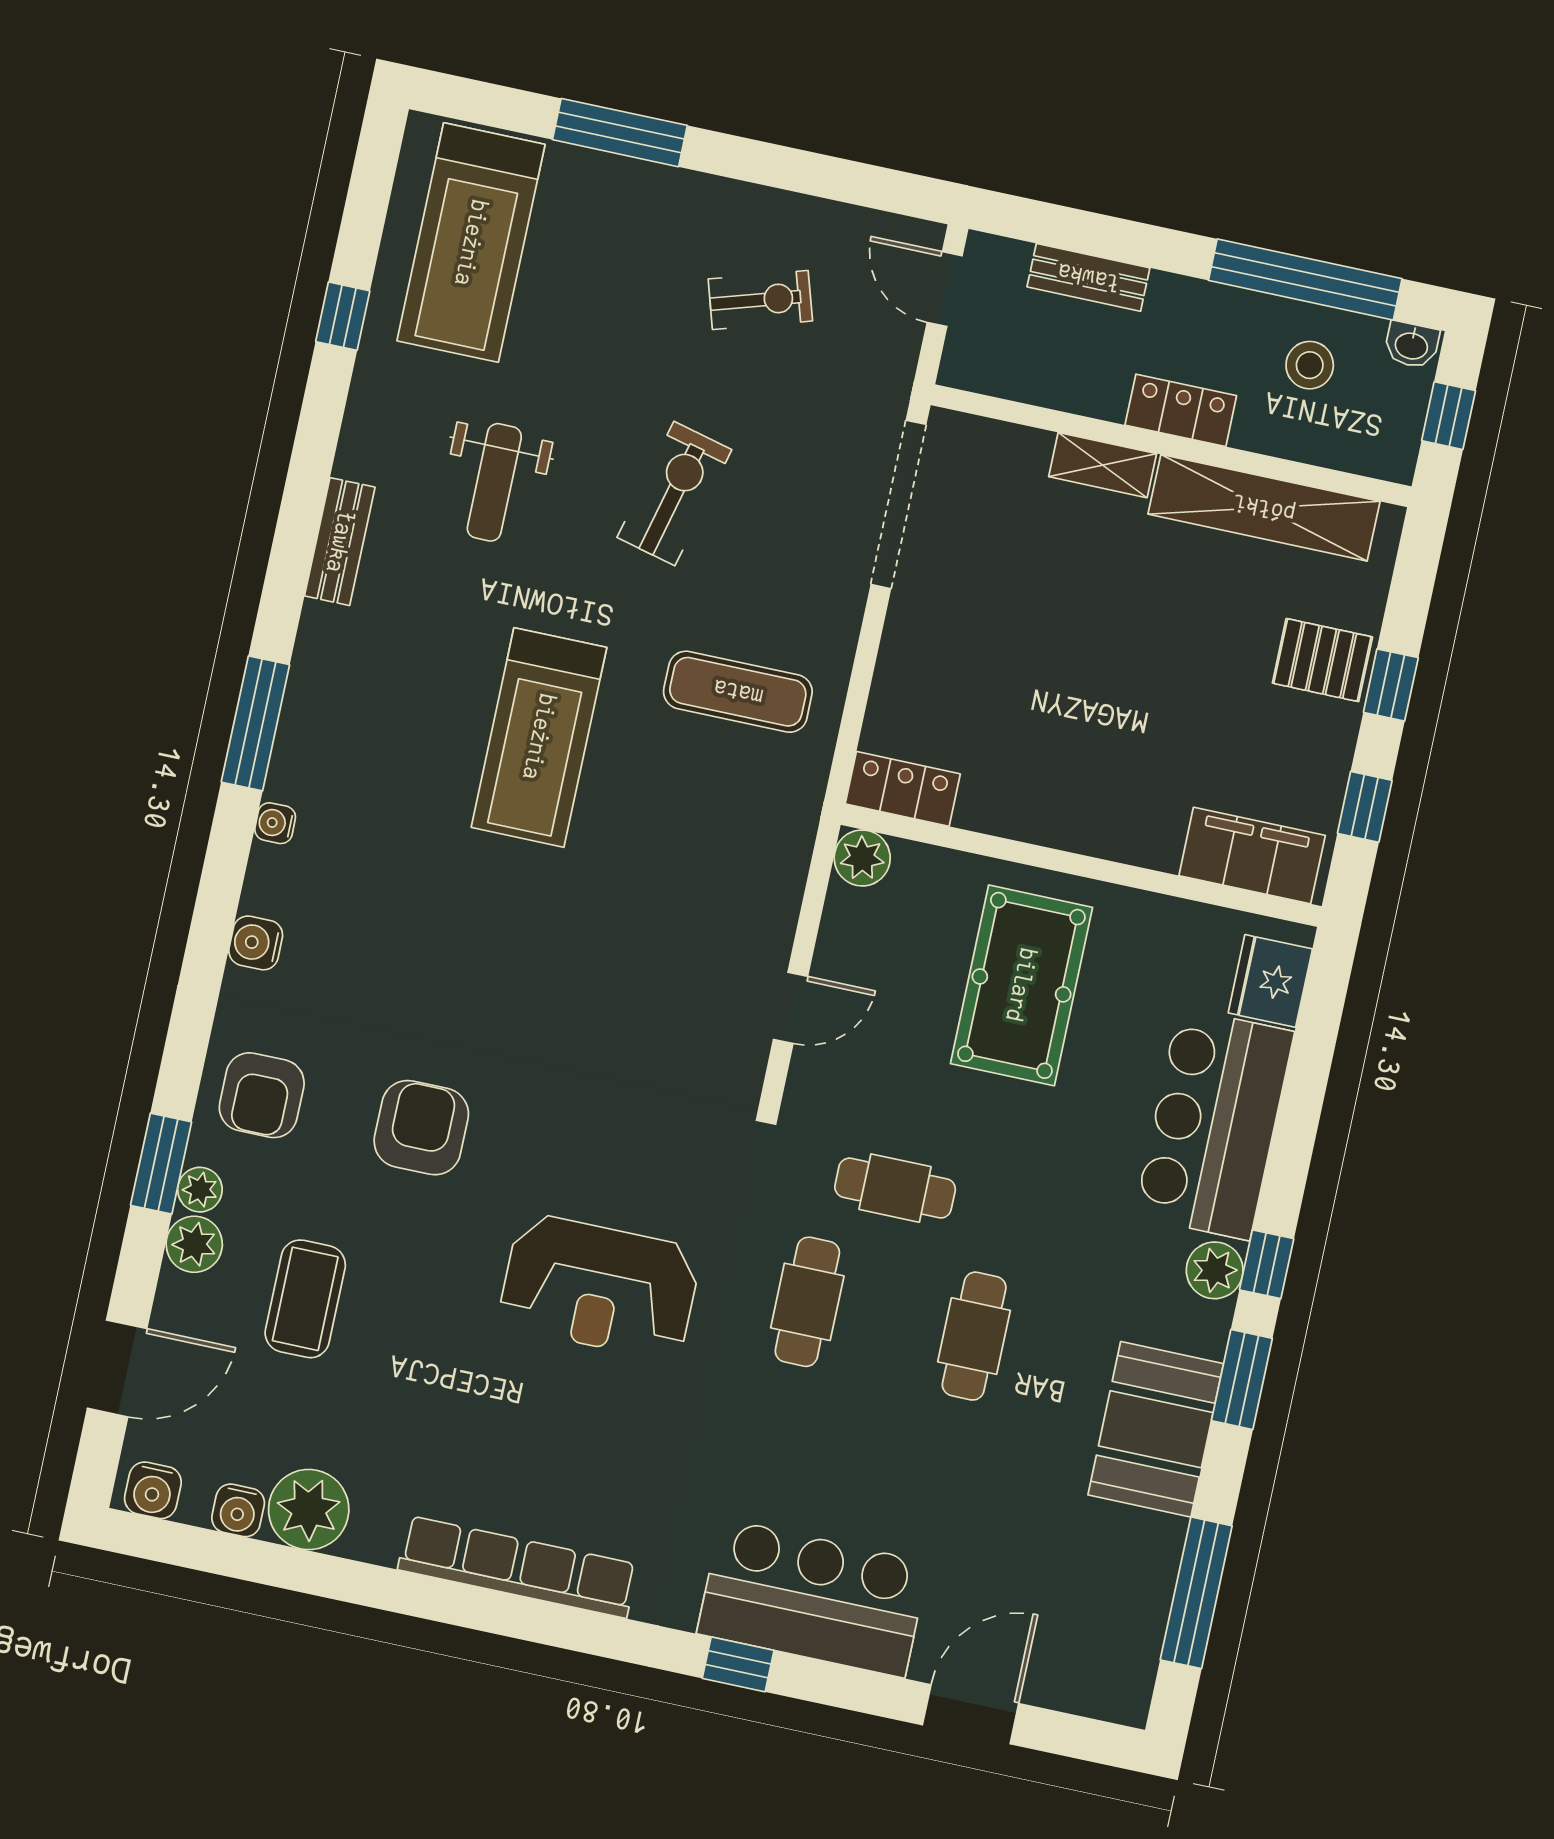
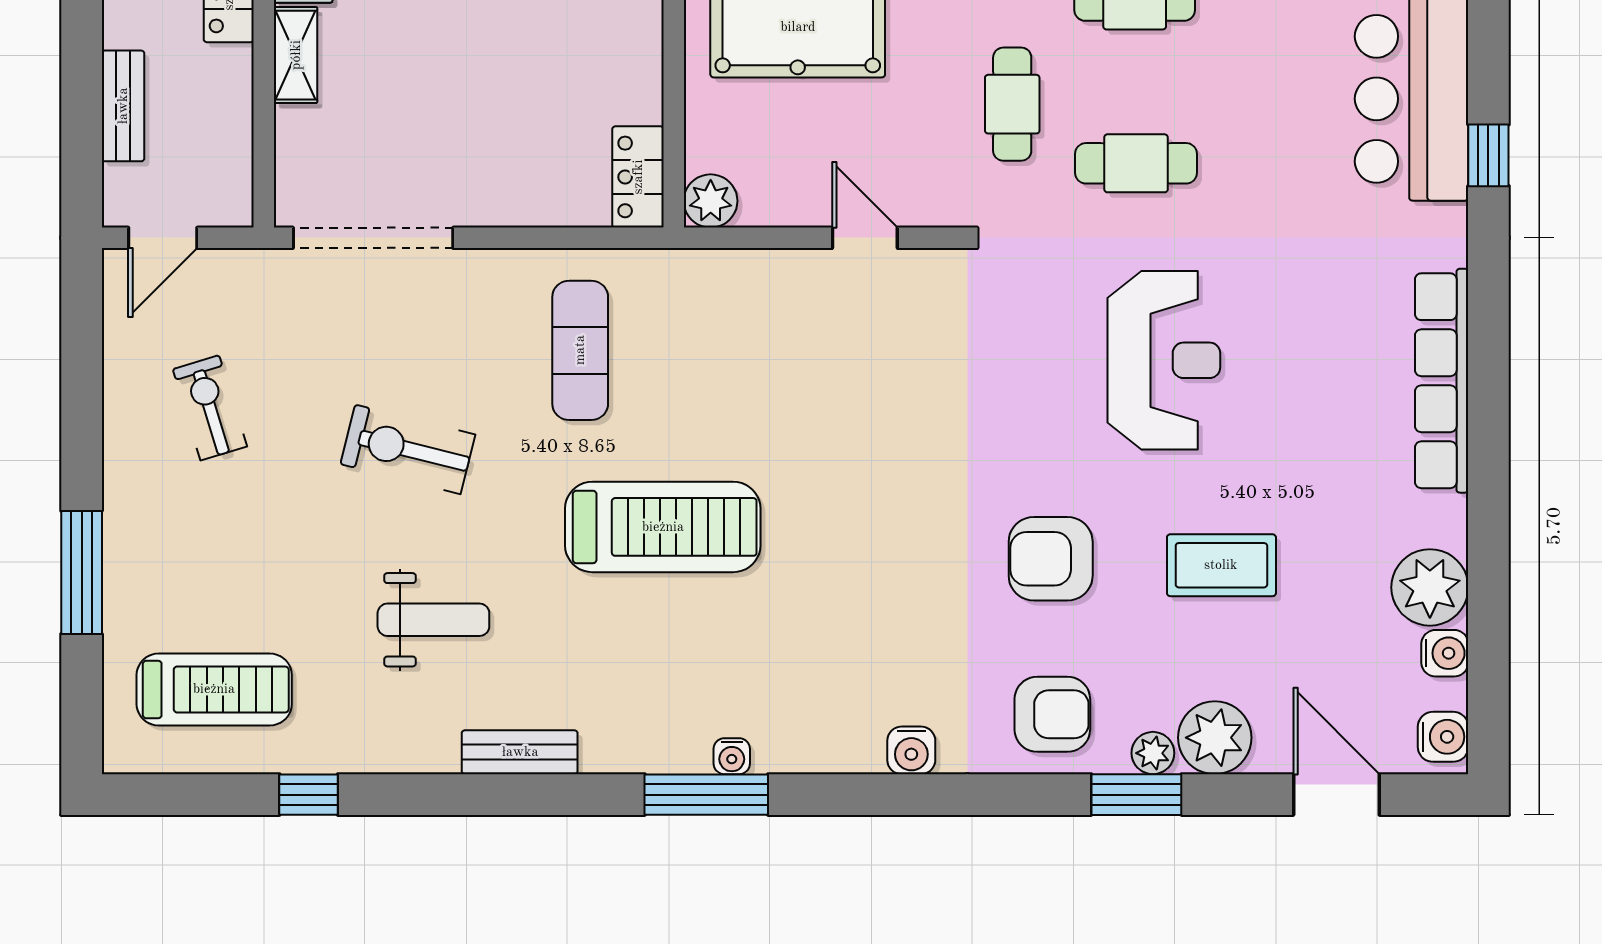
treadmill: (471, 243) -> (214, 689), width x0.73, depth x0.73
water cooler: (275, 823) -> (732, 756), moved
plant: (194, 1244) -> (1215, 738), width x1.36, depth x1.36
coffee table: (305, 1299) -> (1221, 565), moved

